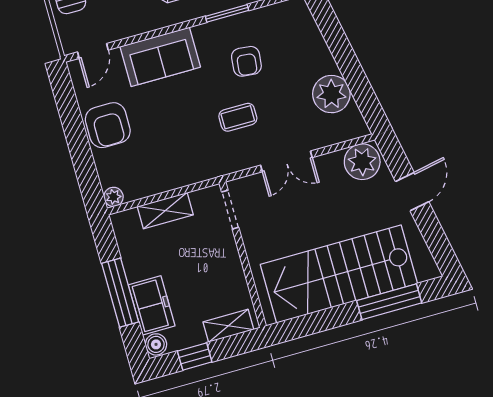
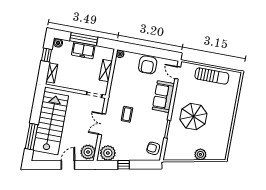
armchair: (246, 61) -> (153, 148), moved
window: (352, 70) -> (124, 165), added
plant: (331, 94) -> (108, 153), moved
armchair: (108, 125) -> (148, 65), turned -90
door: (412, 192) -> (68, 165), swing flipped
freezer: (152, 305) -> (83, 50), moved

